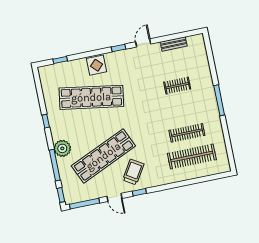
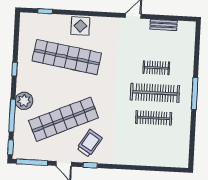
window: (118, 48) -> (107, 14), removed
clothes rail: (192, 157) -> (155, 93), moved

